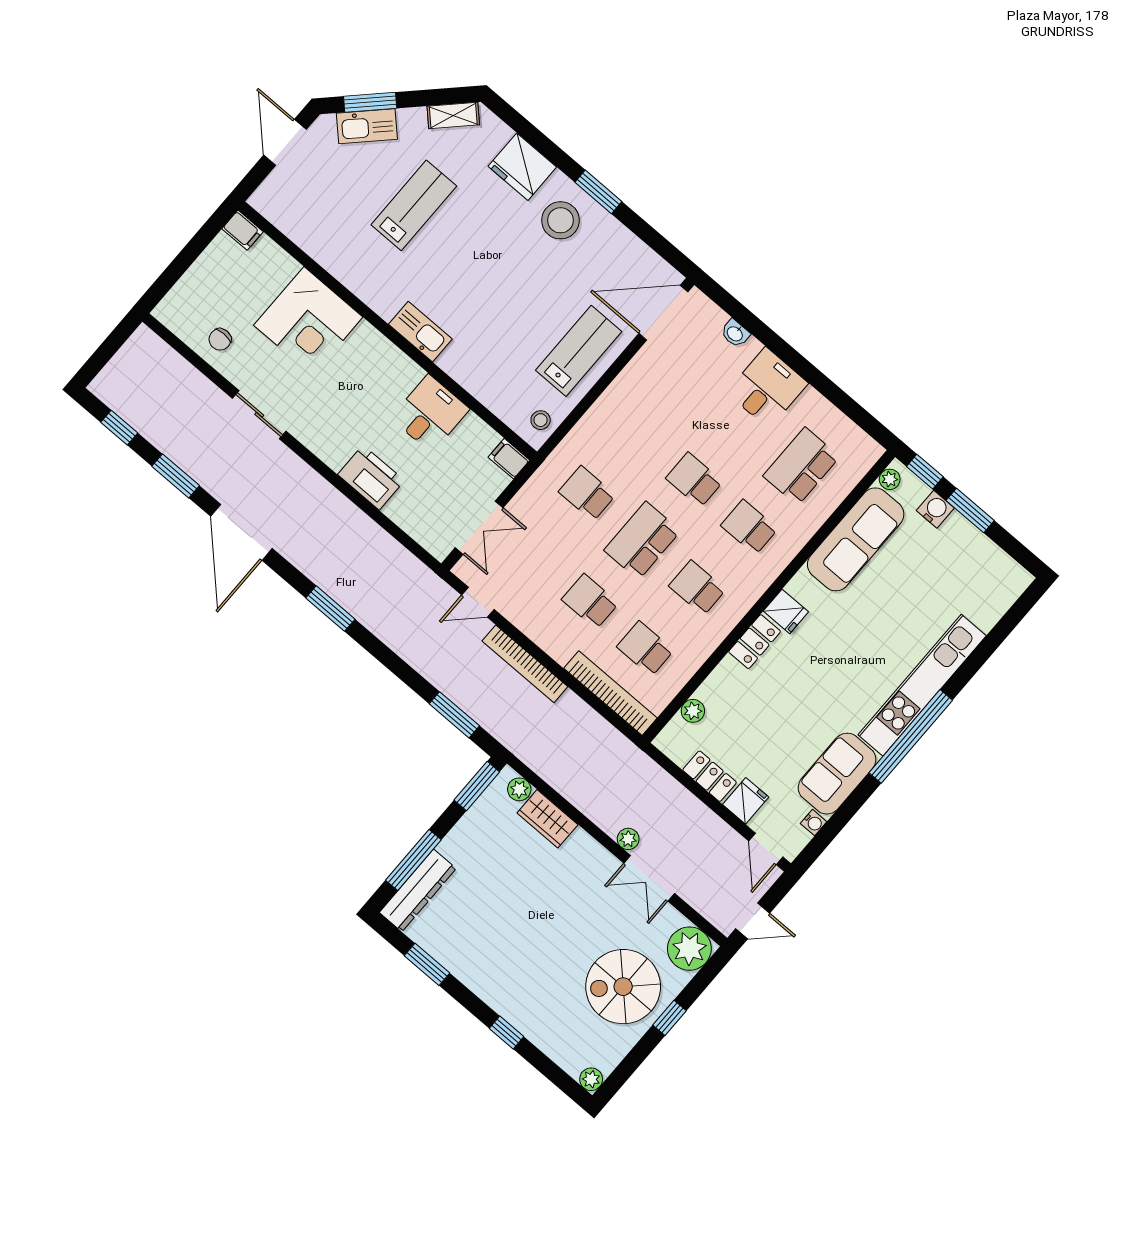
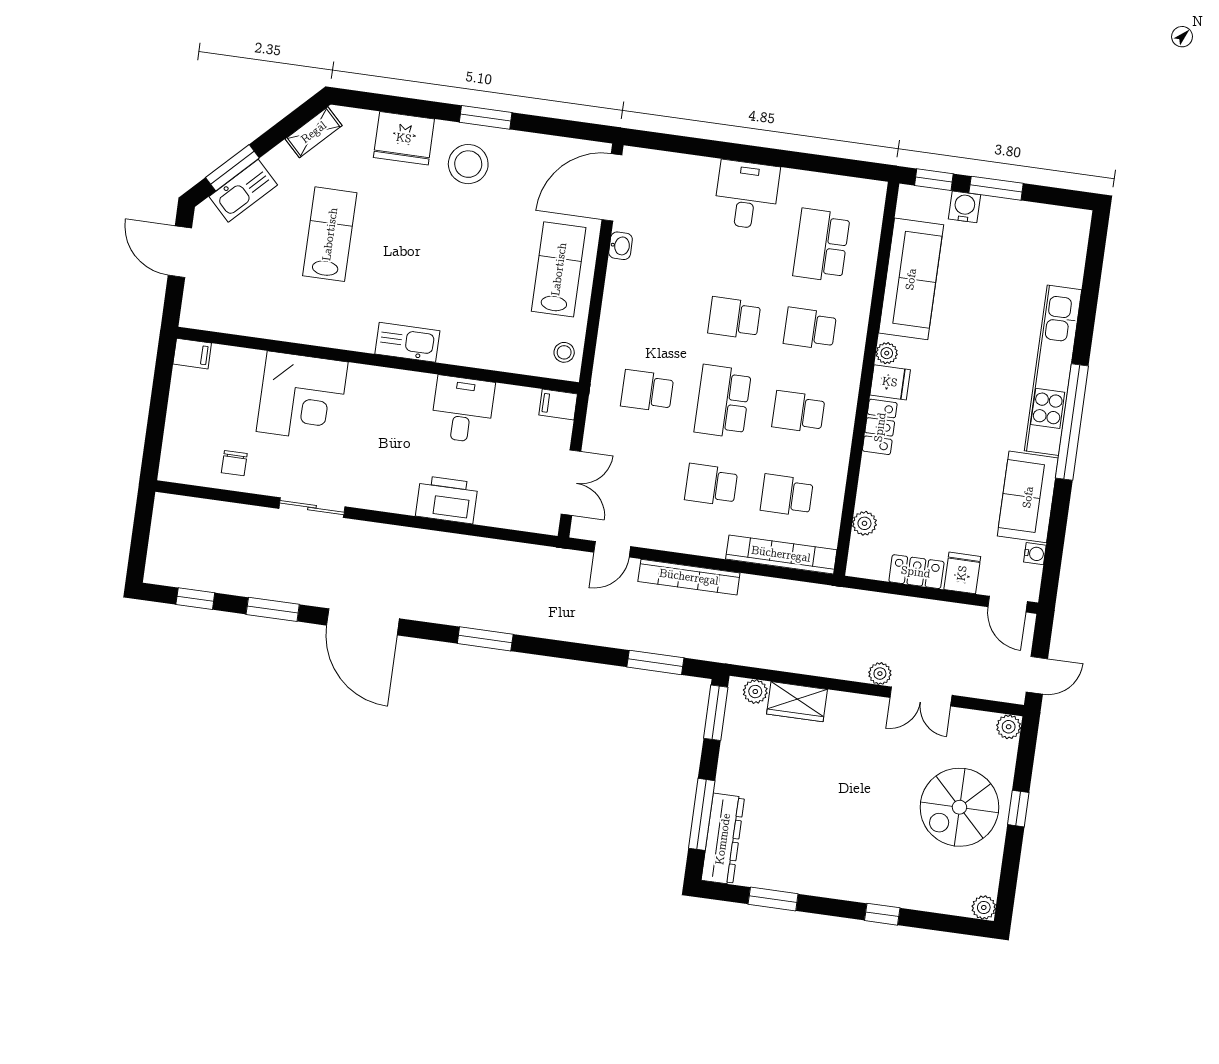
washbasin: (735, 333) -> (621, 246), moved, turned -90
plant: (890, 479) -> (887, 353), moved
plant: (689, 949) -> (1009, 727), width x0.53, depth x0.53

